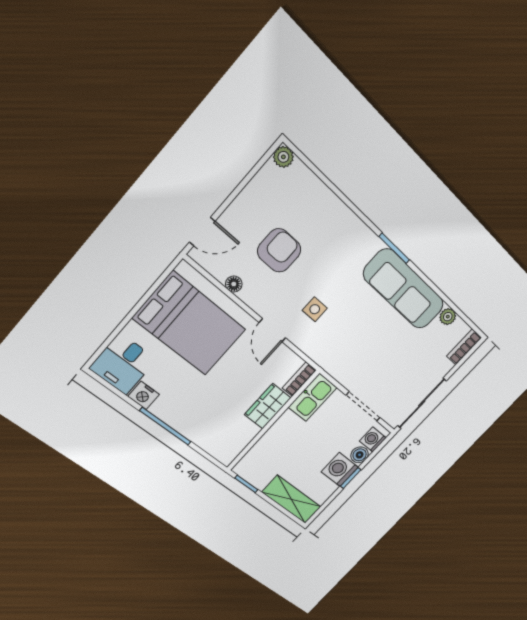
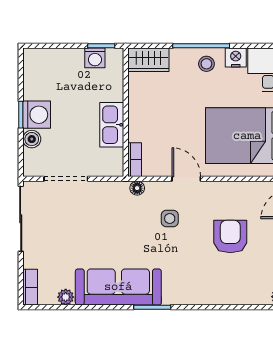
armchair: (279, 250) -> (230, 236), turned 180
floor lamp: (234, 284) -> (137, 188), moved
kitchen sink: (313, 397) -> (112, 125), moved
wardrobe: (268, 406) -> (148, 60), moved, turned 90
stool: (174, 409) -> (206, 64), added
washing machine: (373, 439) -> (95, 58), moved, turned 90
shelving: (292, 499) -> (53, 60), removed

